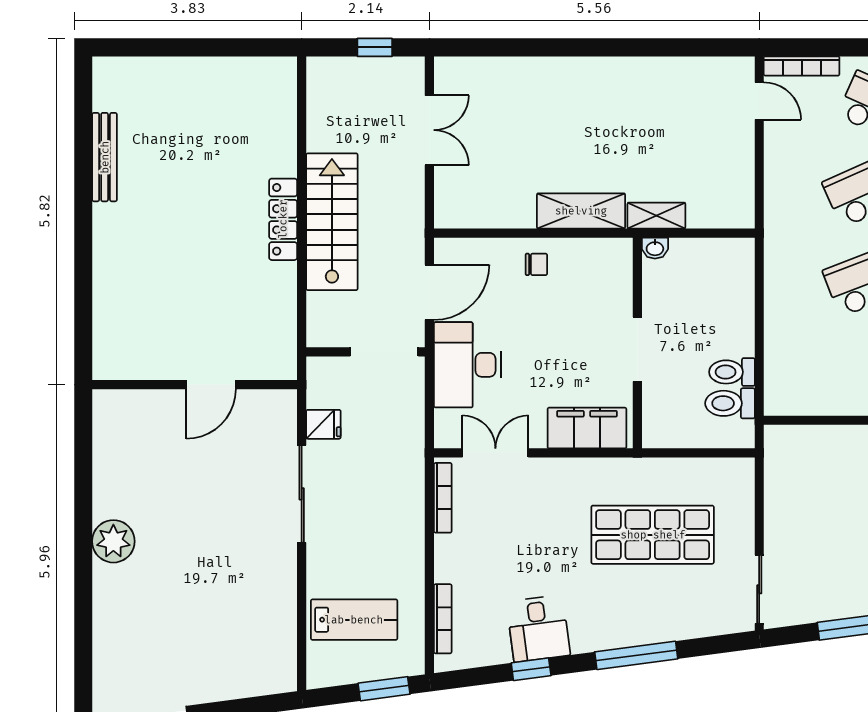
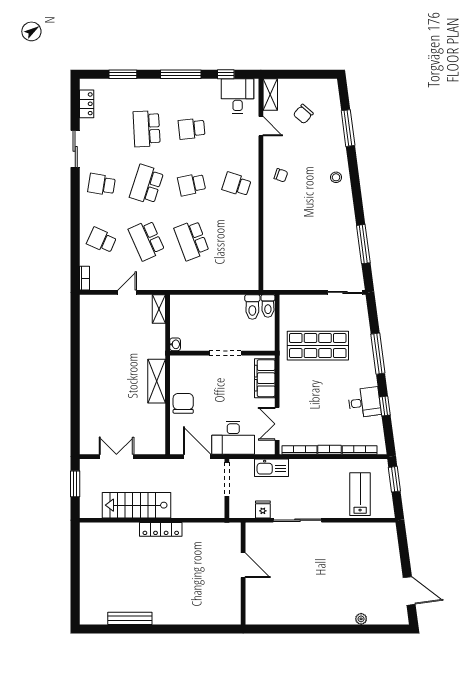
window: (375, 47) -> (75, 484), width x1.50
bookcase: (802, 66) -> (84, 278), width x0.64
door: (759, 101) -> (127, 292), moved
shelving: (656, 216) -> (159, 309), moved
stairs: (332, 222) -> (137, 505), moved
chair: (536, 264) -> (183, 403), width x1.87, depth x1.87
toilet: (732, 372) -> (268, 306), moved
kitchen sink: (407, 442) -> (271, 468), added
shop shelf: (653, 535) -> (318, 346), turned 90
plant: (113, 541) -> (361, 619), moved, width x0.53, depth x0.53
bookcase: (443, 558) -> (330, 450), added

